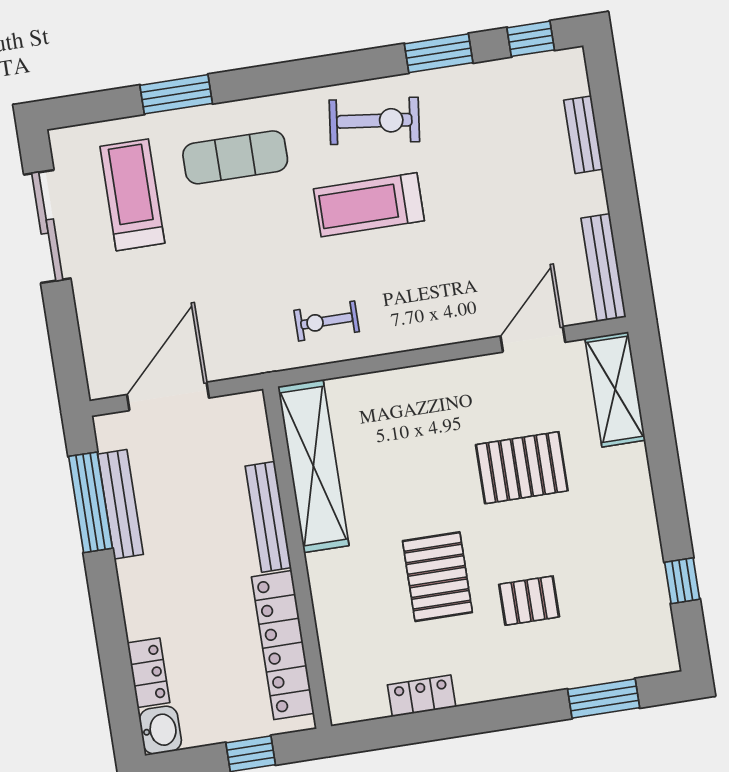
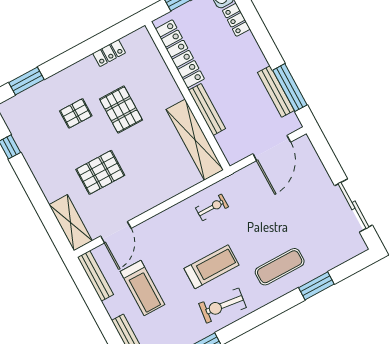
treadmill: (132, 195) -> (143, 288), moved

